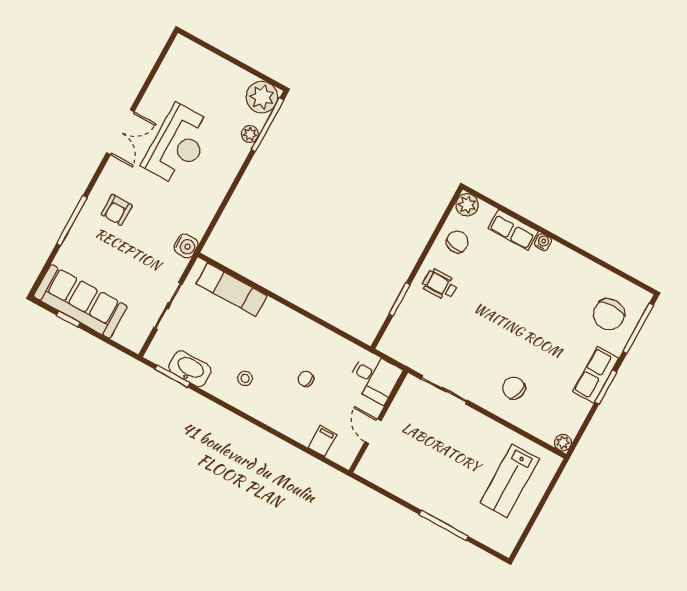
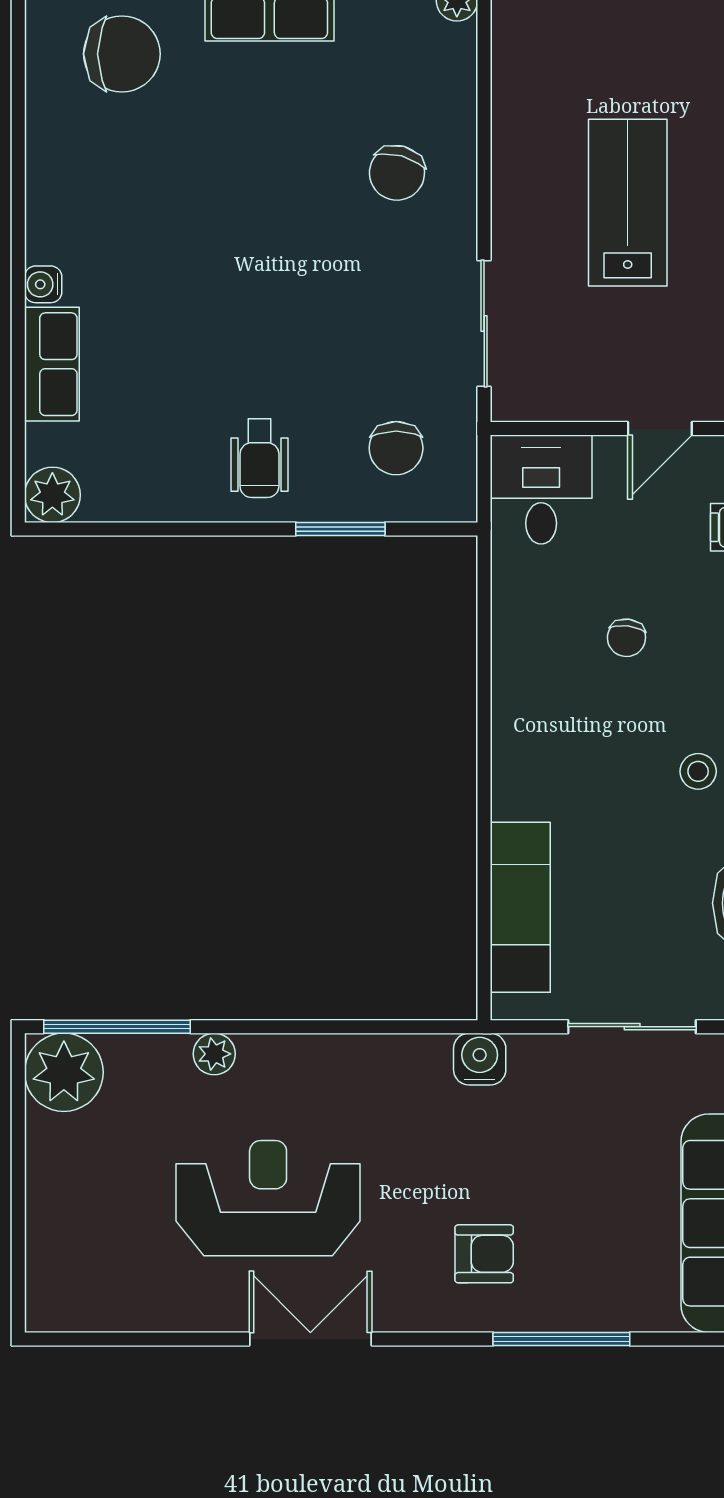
plant: (250, 134) -> (214, 1054), moved
chair: (457, 242) -> (396, 448), moved, turned -100
lab bench: (510, 481) -> (628, 203), moved, turned -90

